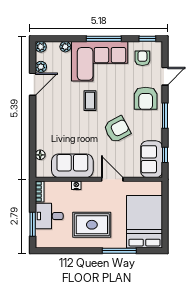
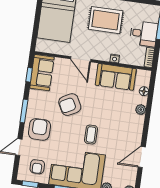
plant: (41, 67) -> (141, 110), moved

